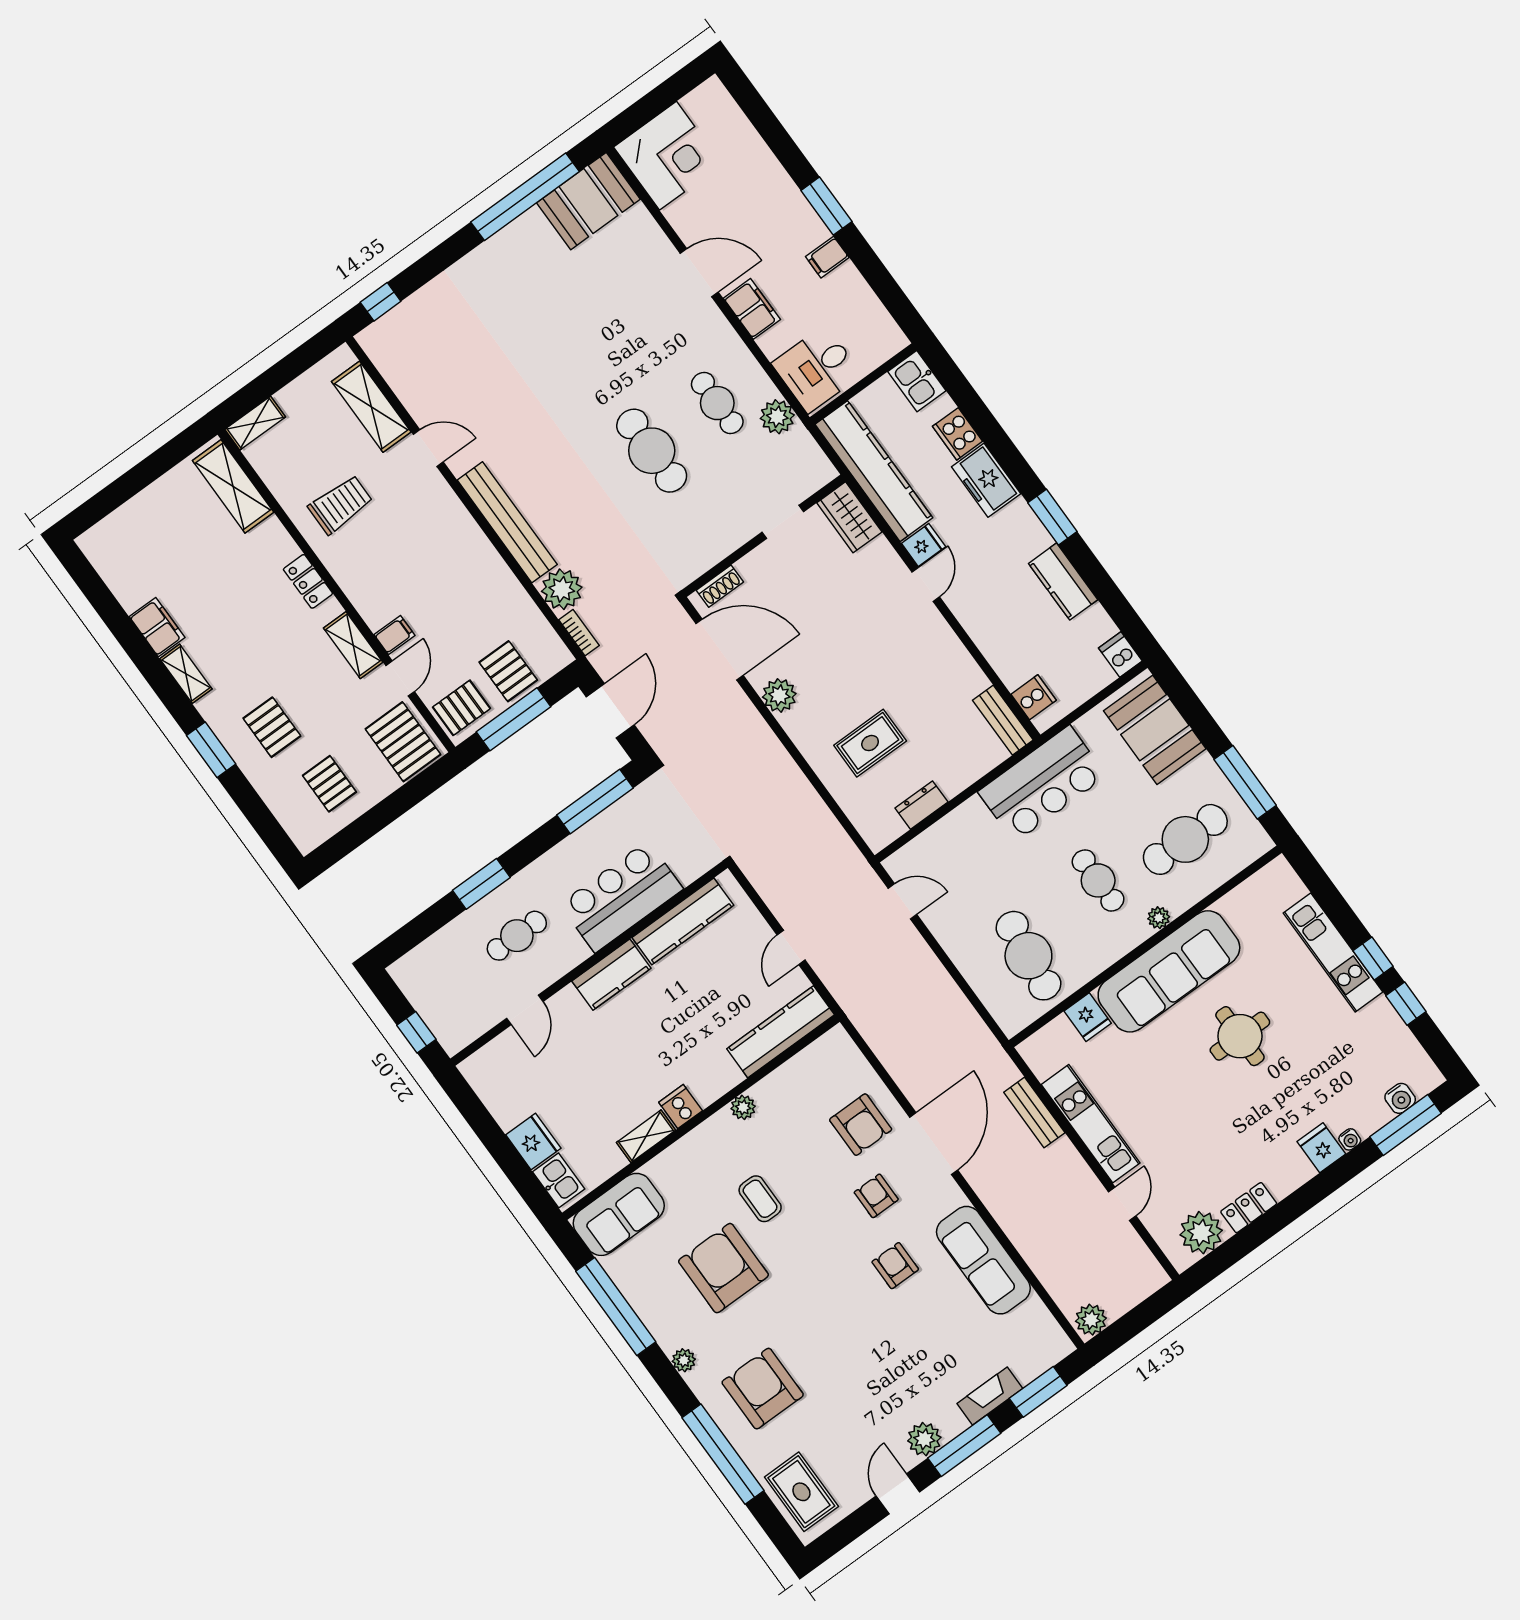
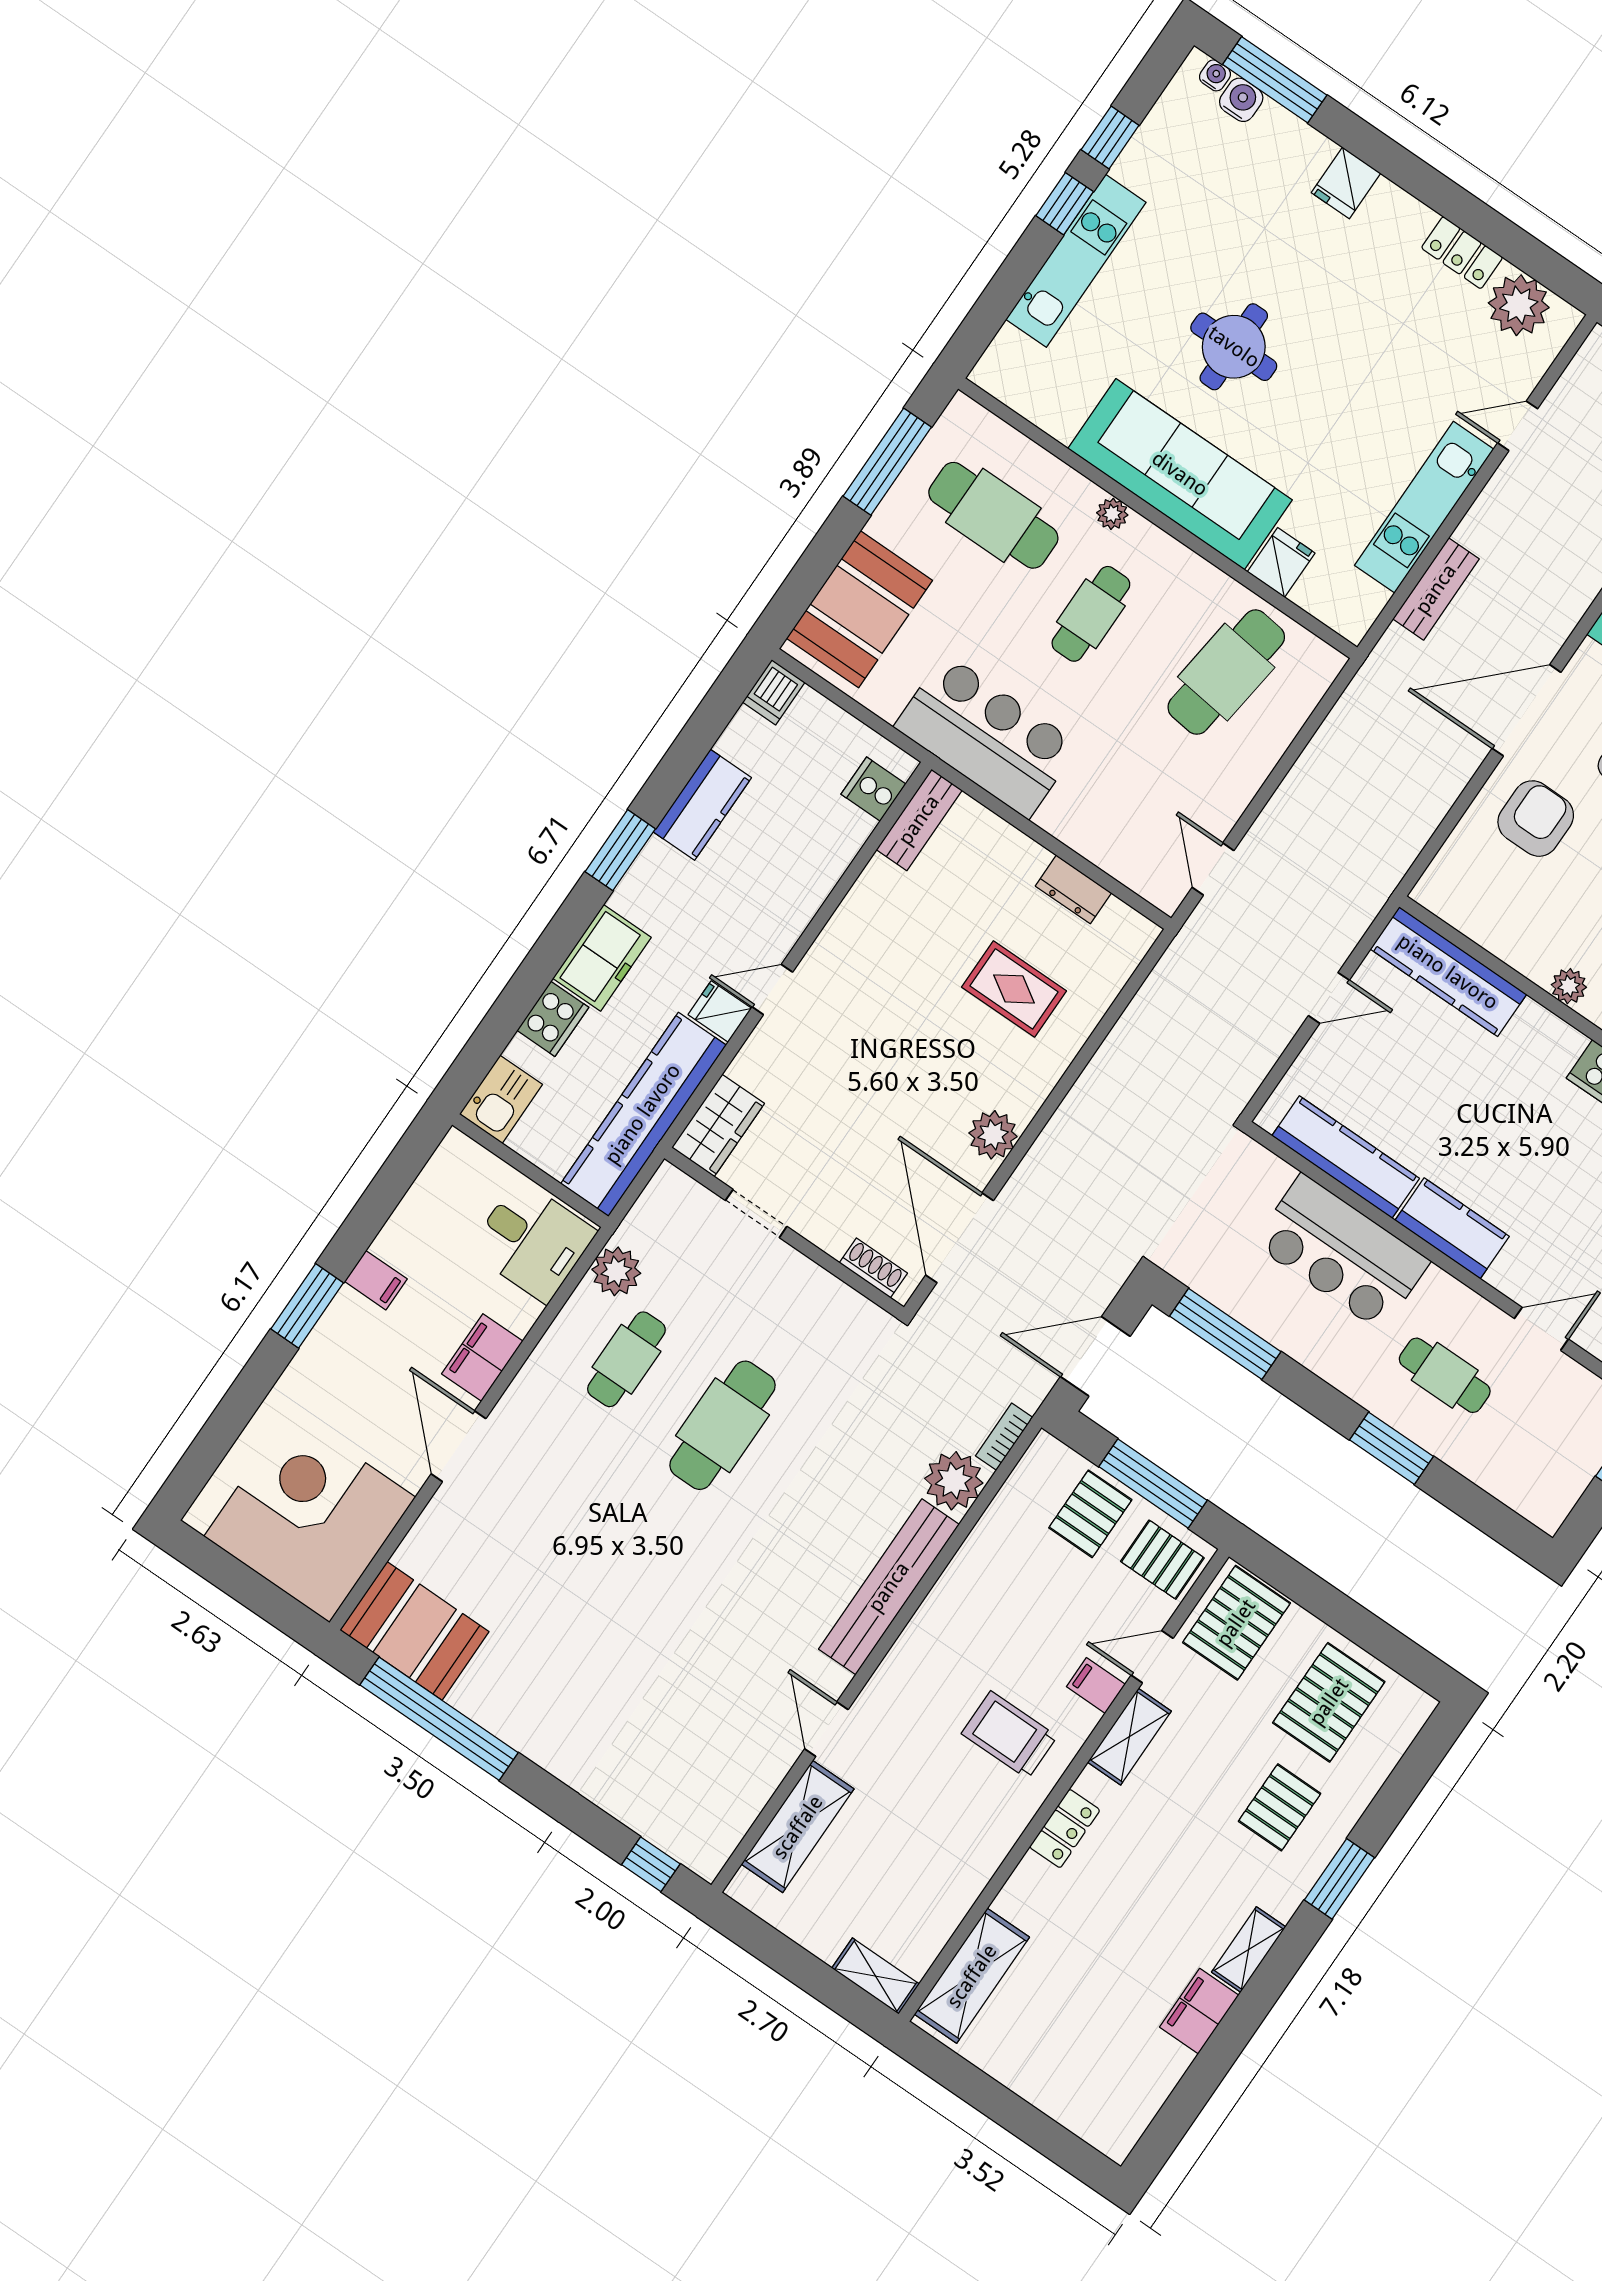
corner desk: (668, 156) -> (310, 1517), width x1.36, depth x1.36
trolley: (340, 505) -> (1009, 1735), moved
pallet: (329, 784) -> (1329, 1702), width x1.50, depth x1.42
water cooler: (1350, 1139) -> (1215, 75), moved

